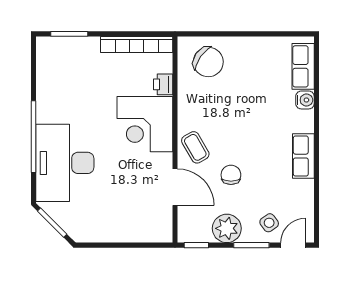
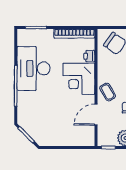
desk: (65, 163) -> (33, 68), moved
door: (175, 187) -> (96, 115), swing flipped

